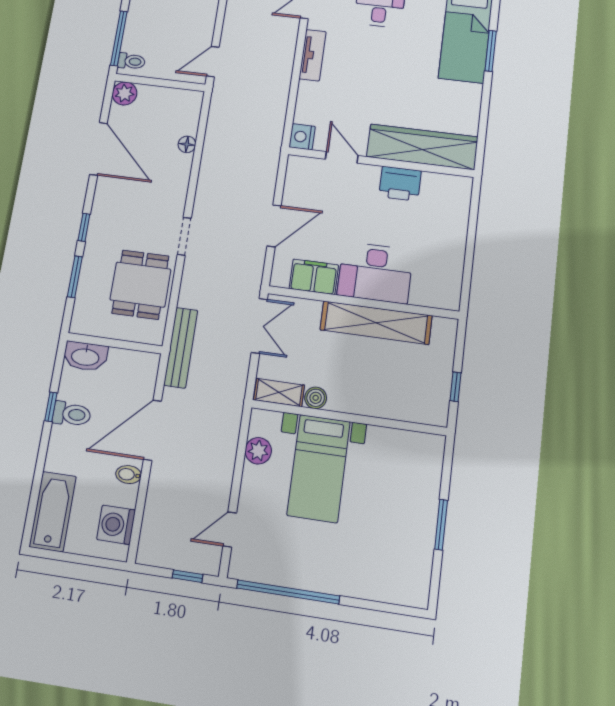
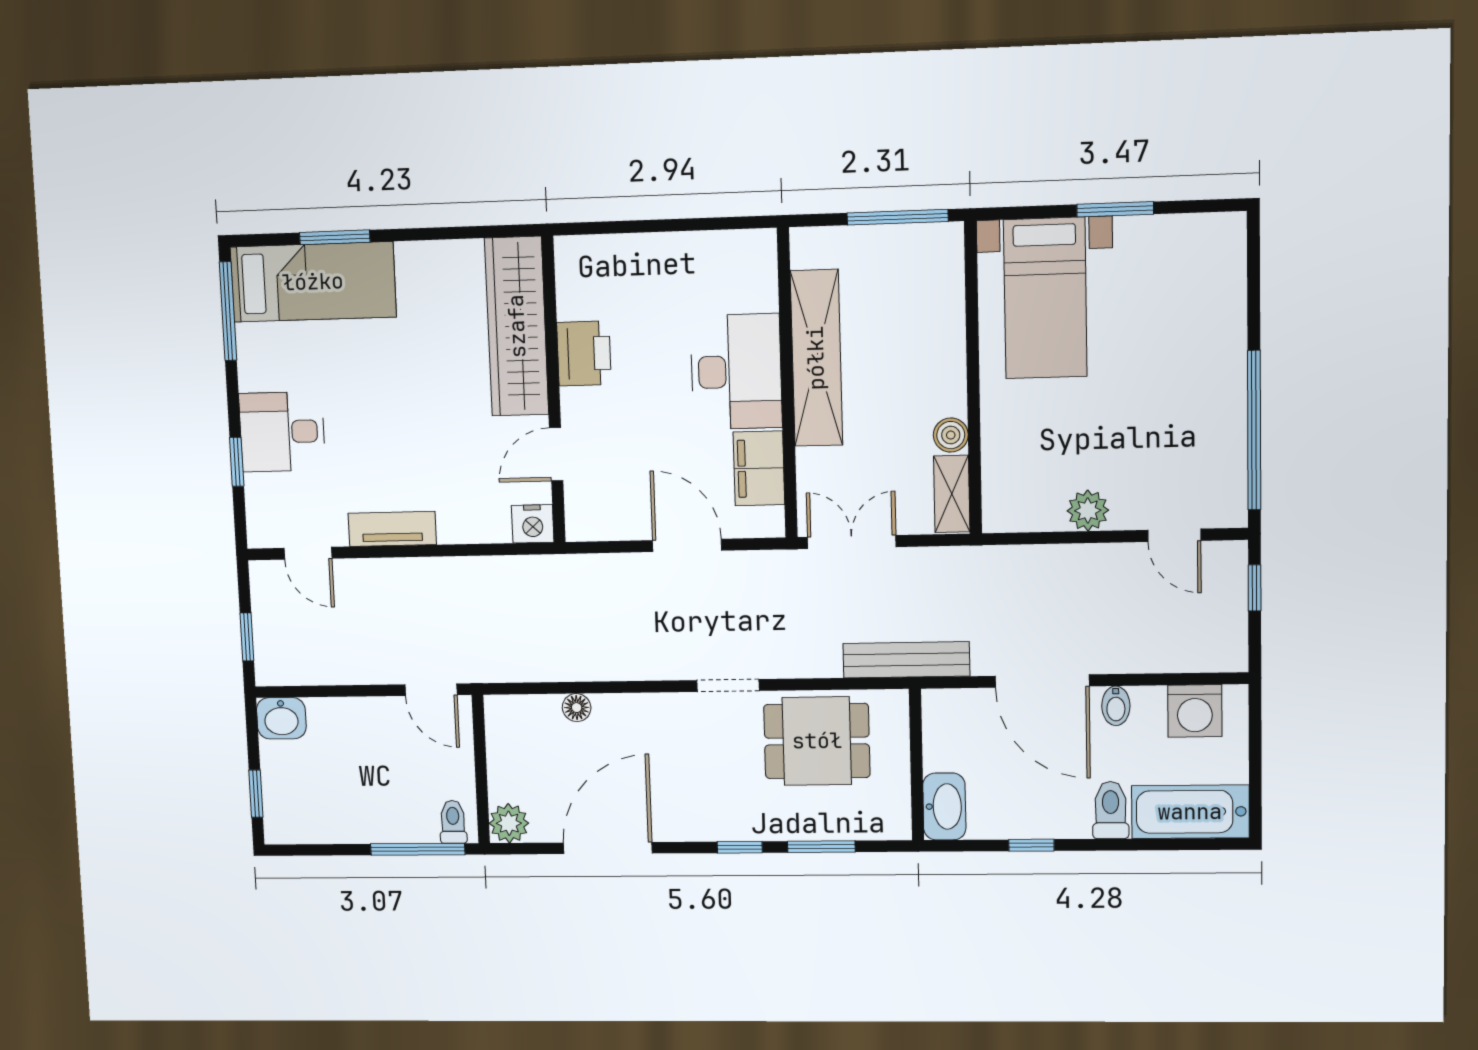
window: (455, 387) -> (898, 217), width x2.17
toilet: (72, 414) -> (1111, 810), moved
plant: (258, 451) -> (1088, 510), moved
bed with nightstands: (319, 468) -> (1045, 298), moved, turned 90

